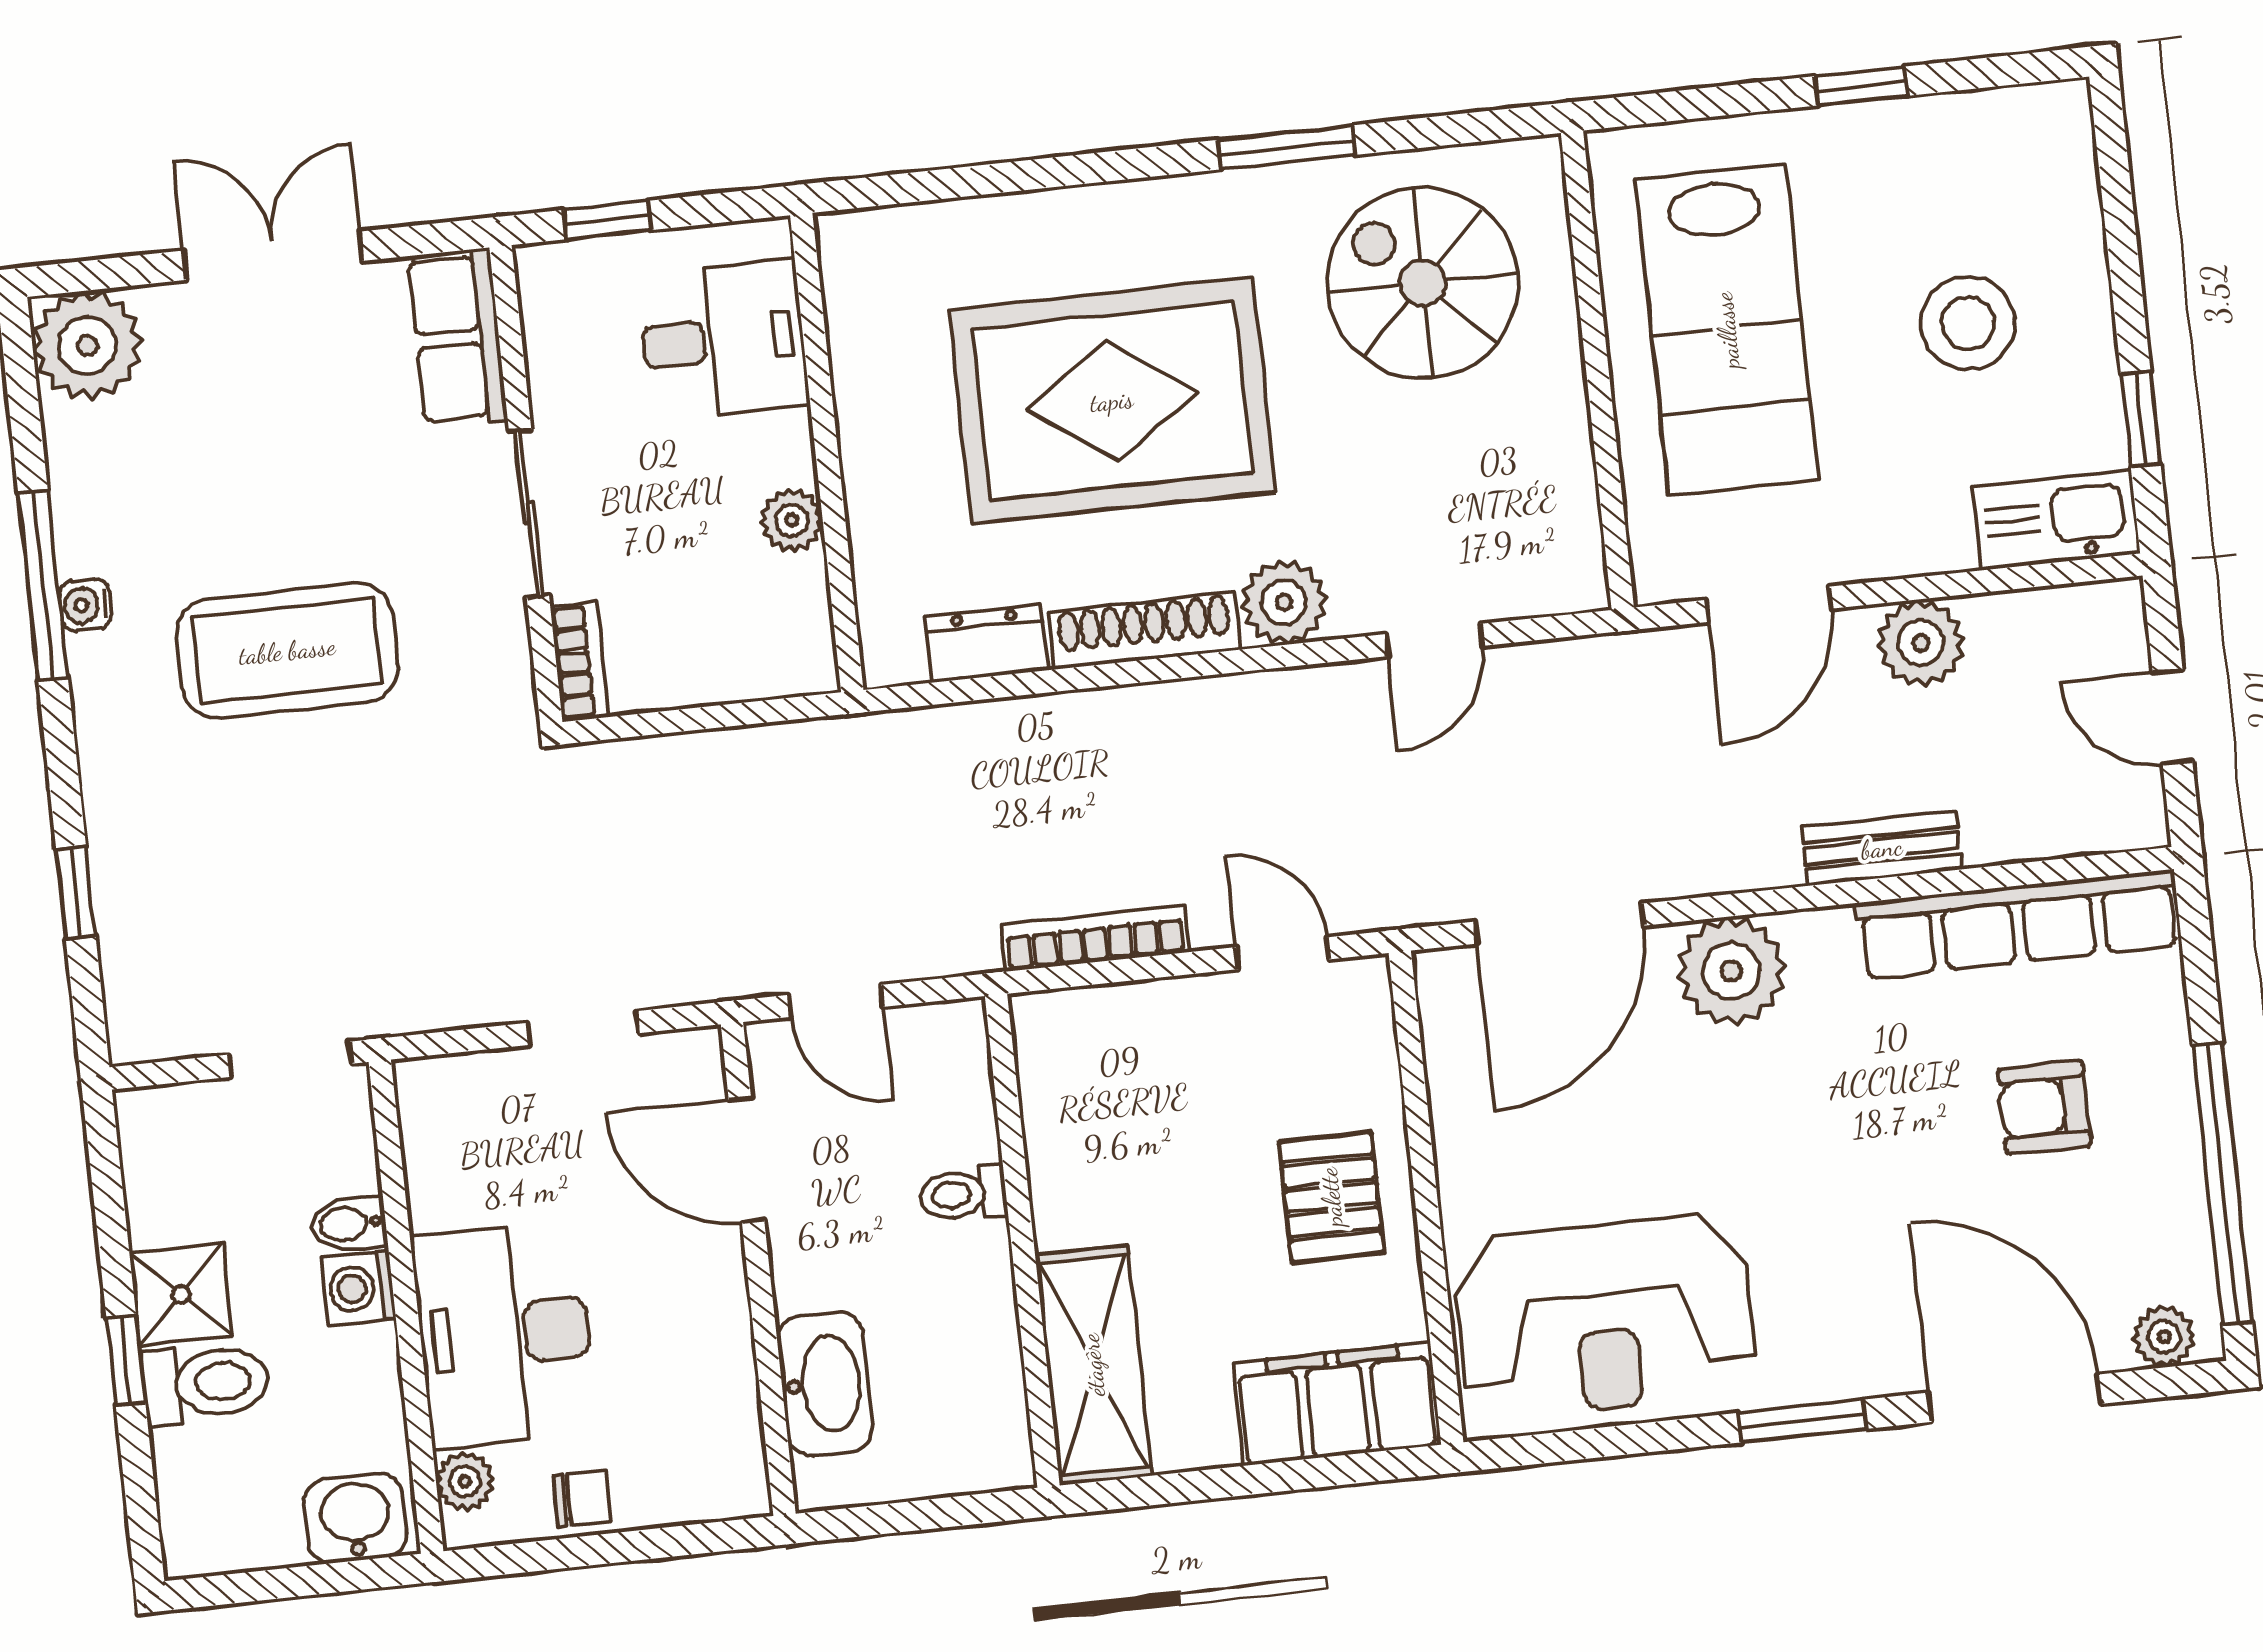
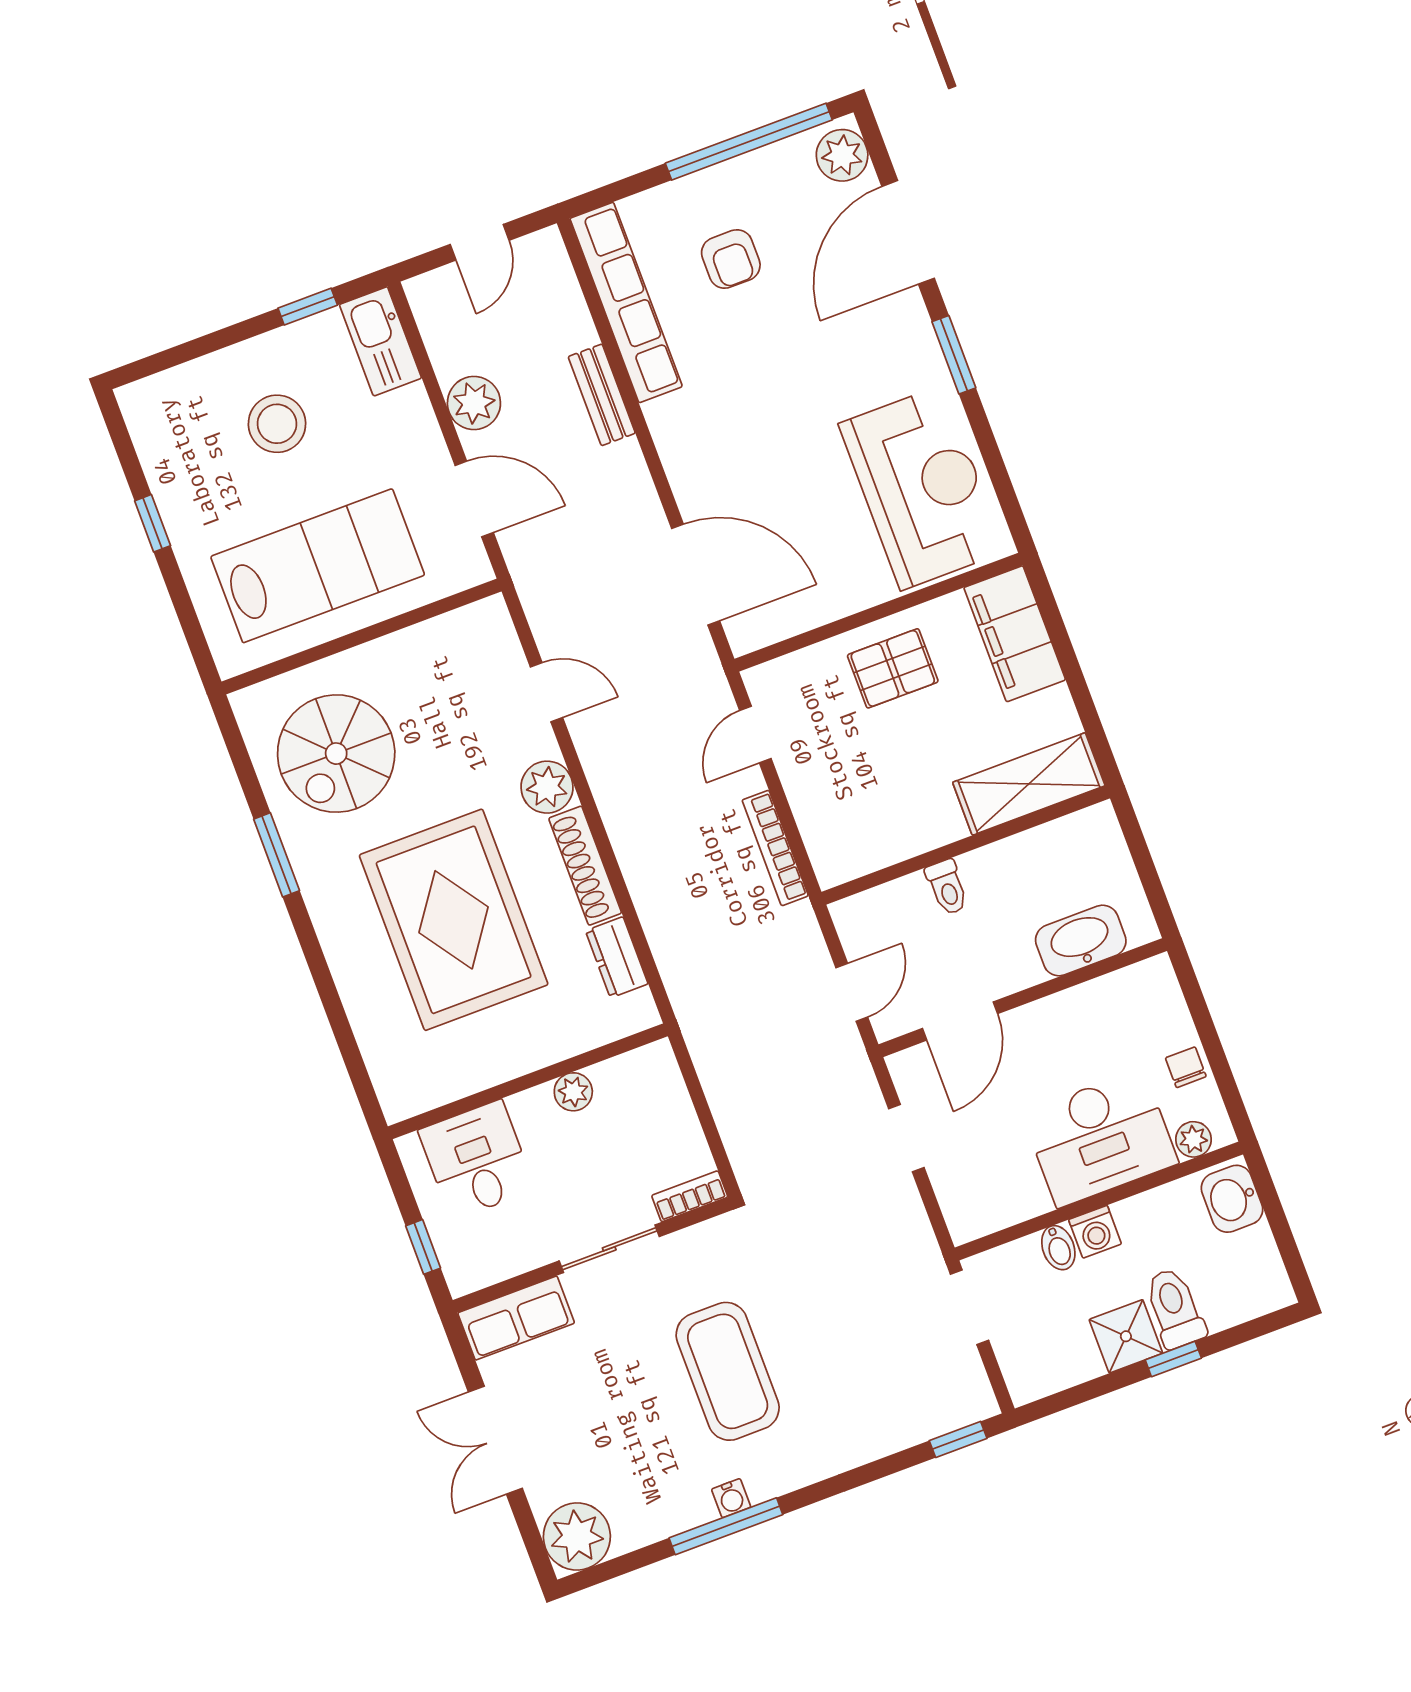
window: (76, 892) -> (958, 1439), moved
plant: (1731, 971) -> (698, 465), removed
plant: (2164, 1337) -> (842, 155), width x1.38, depth x1.38

